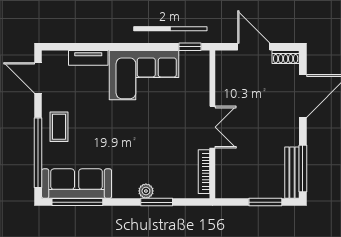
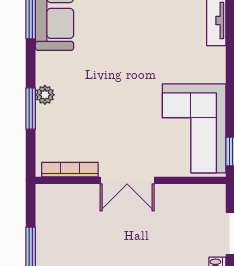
corner sofa: (144, 75) -> (194, 128), moved

